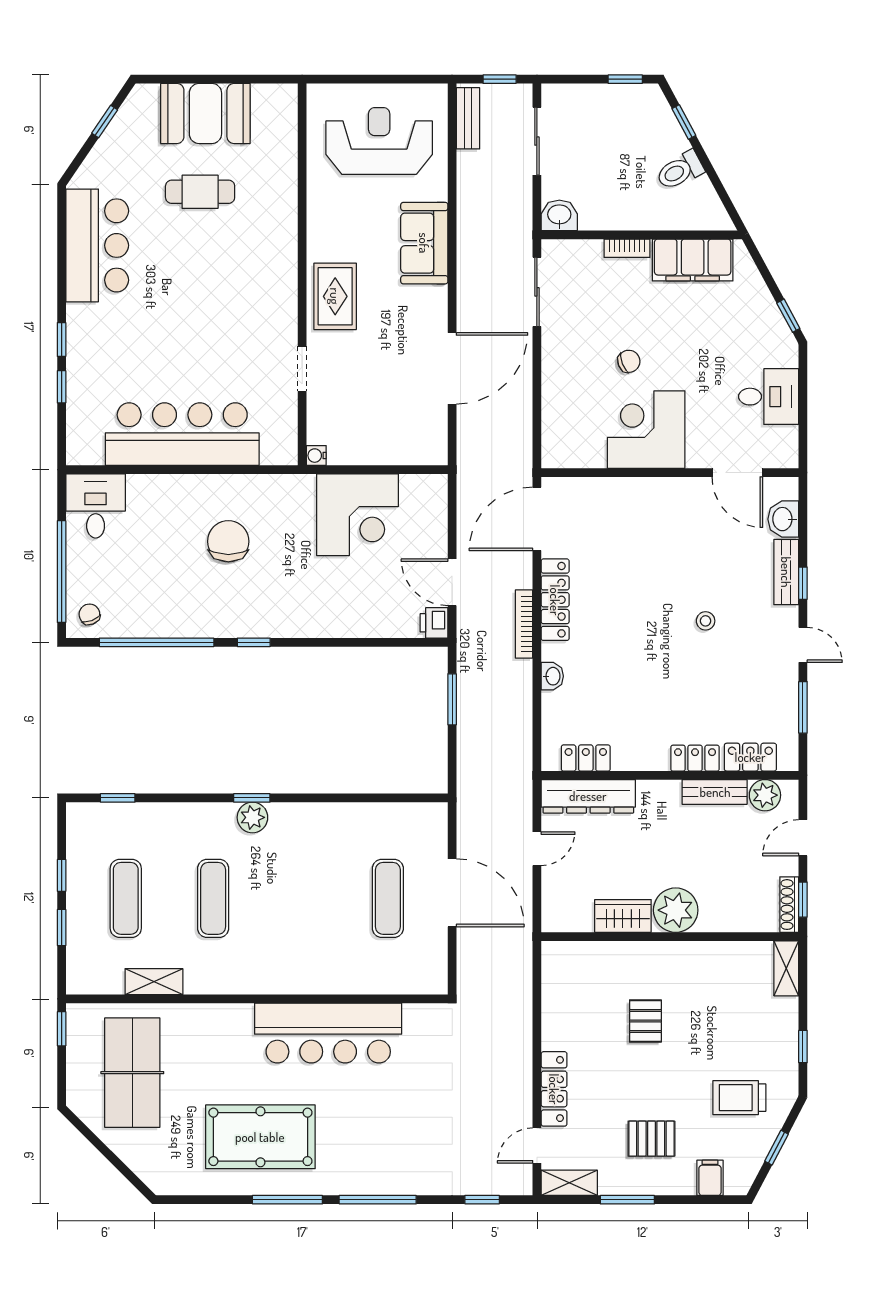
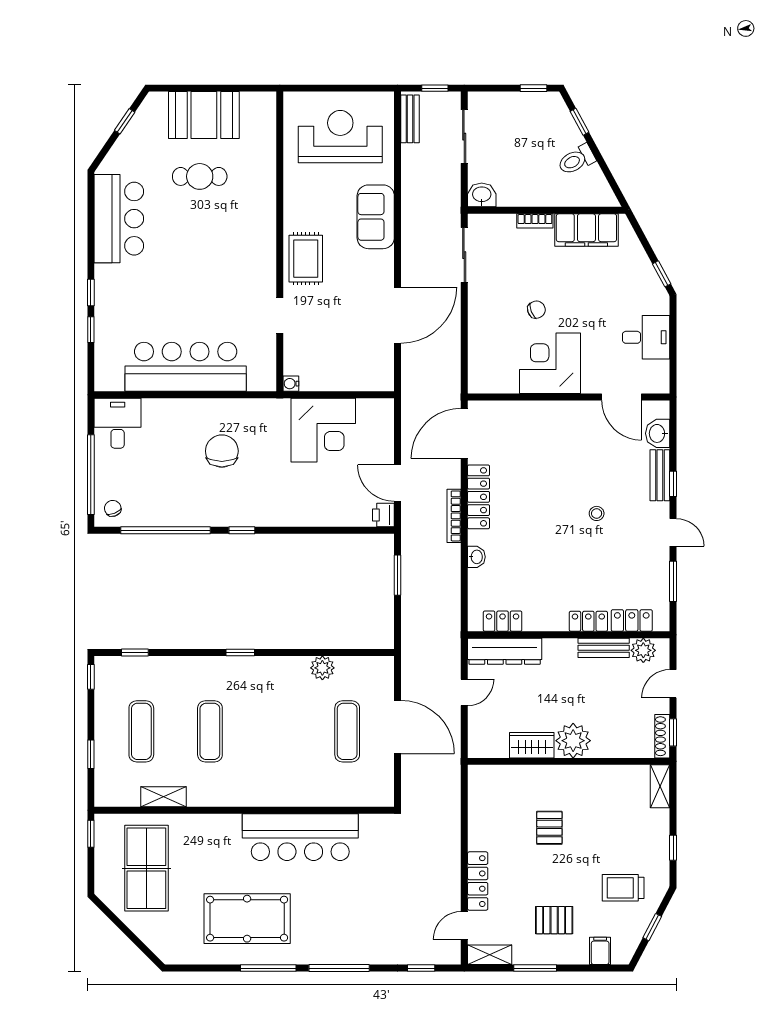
plant: (252, 817) -> (322, 668), moved
window: (62, 875) -> (91, 677), moved

